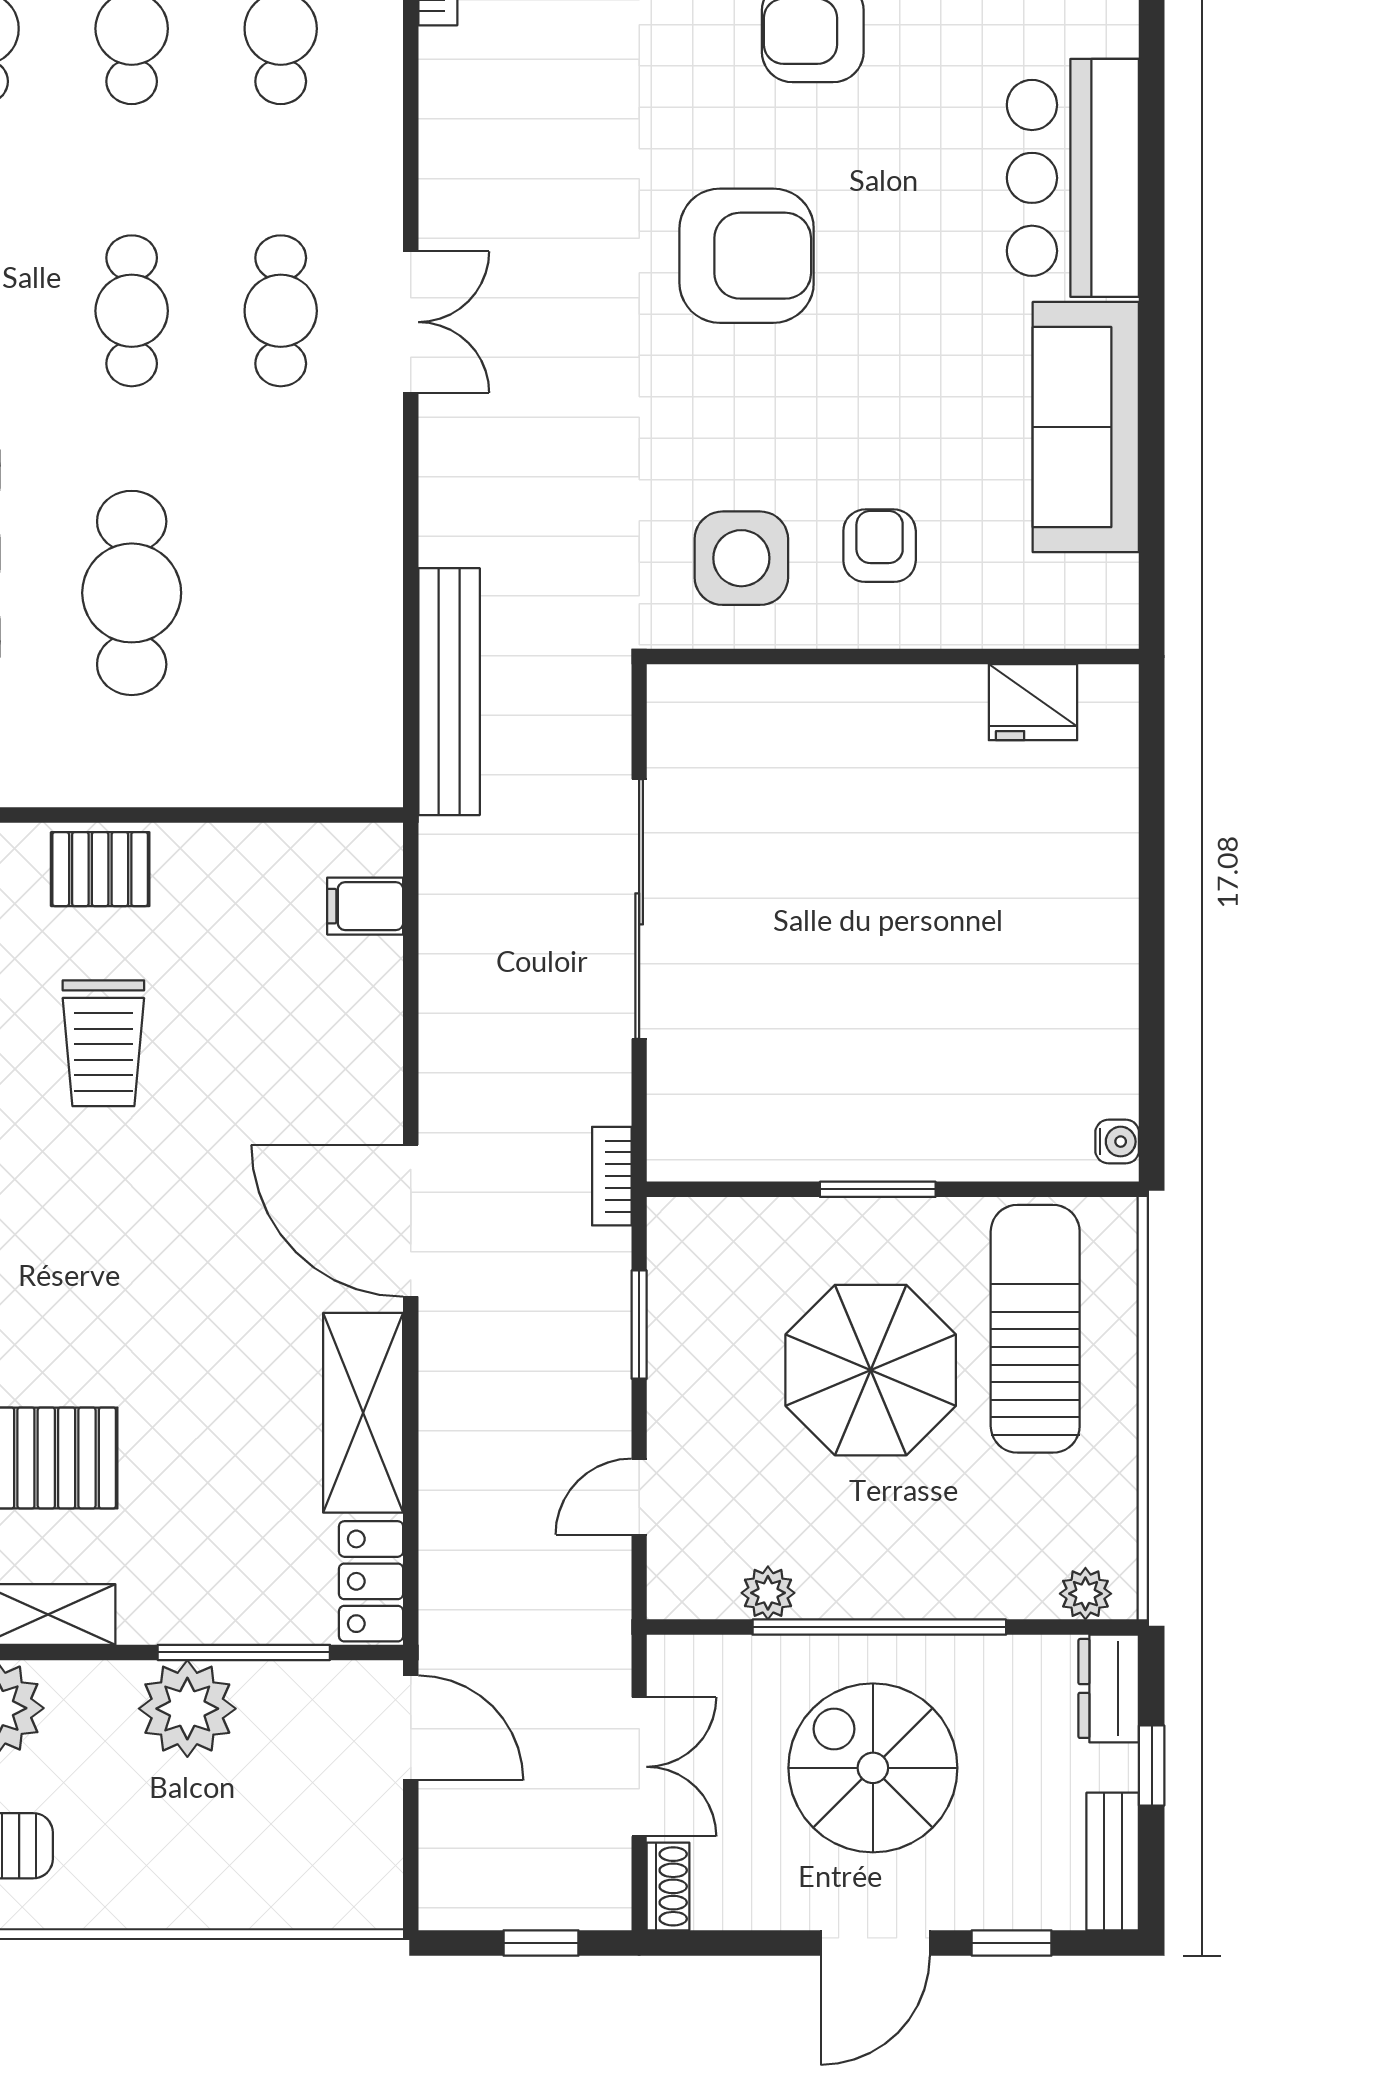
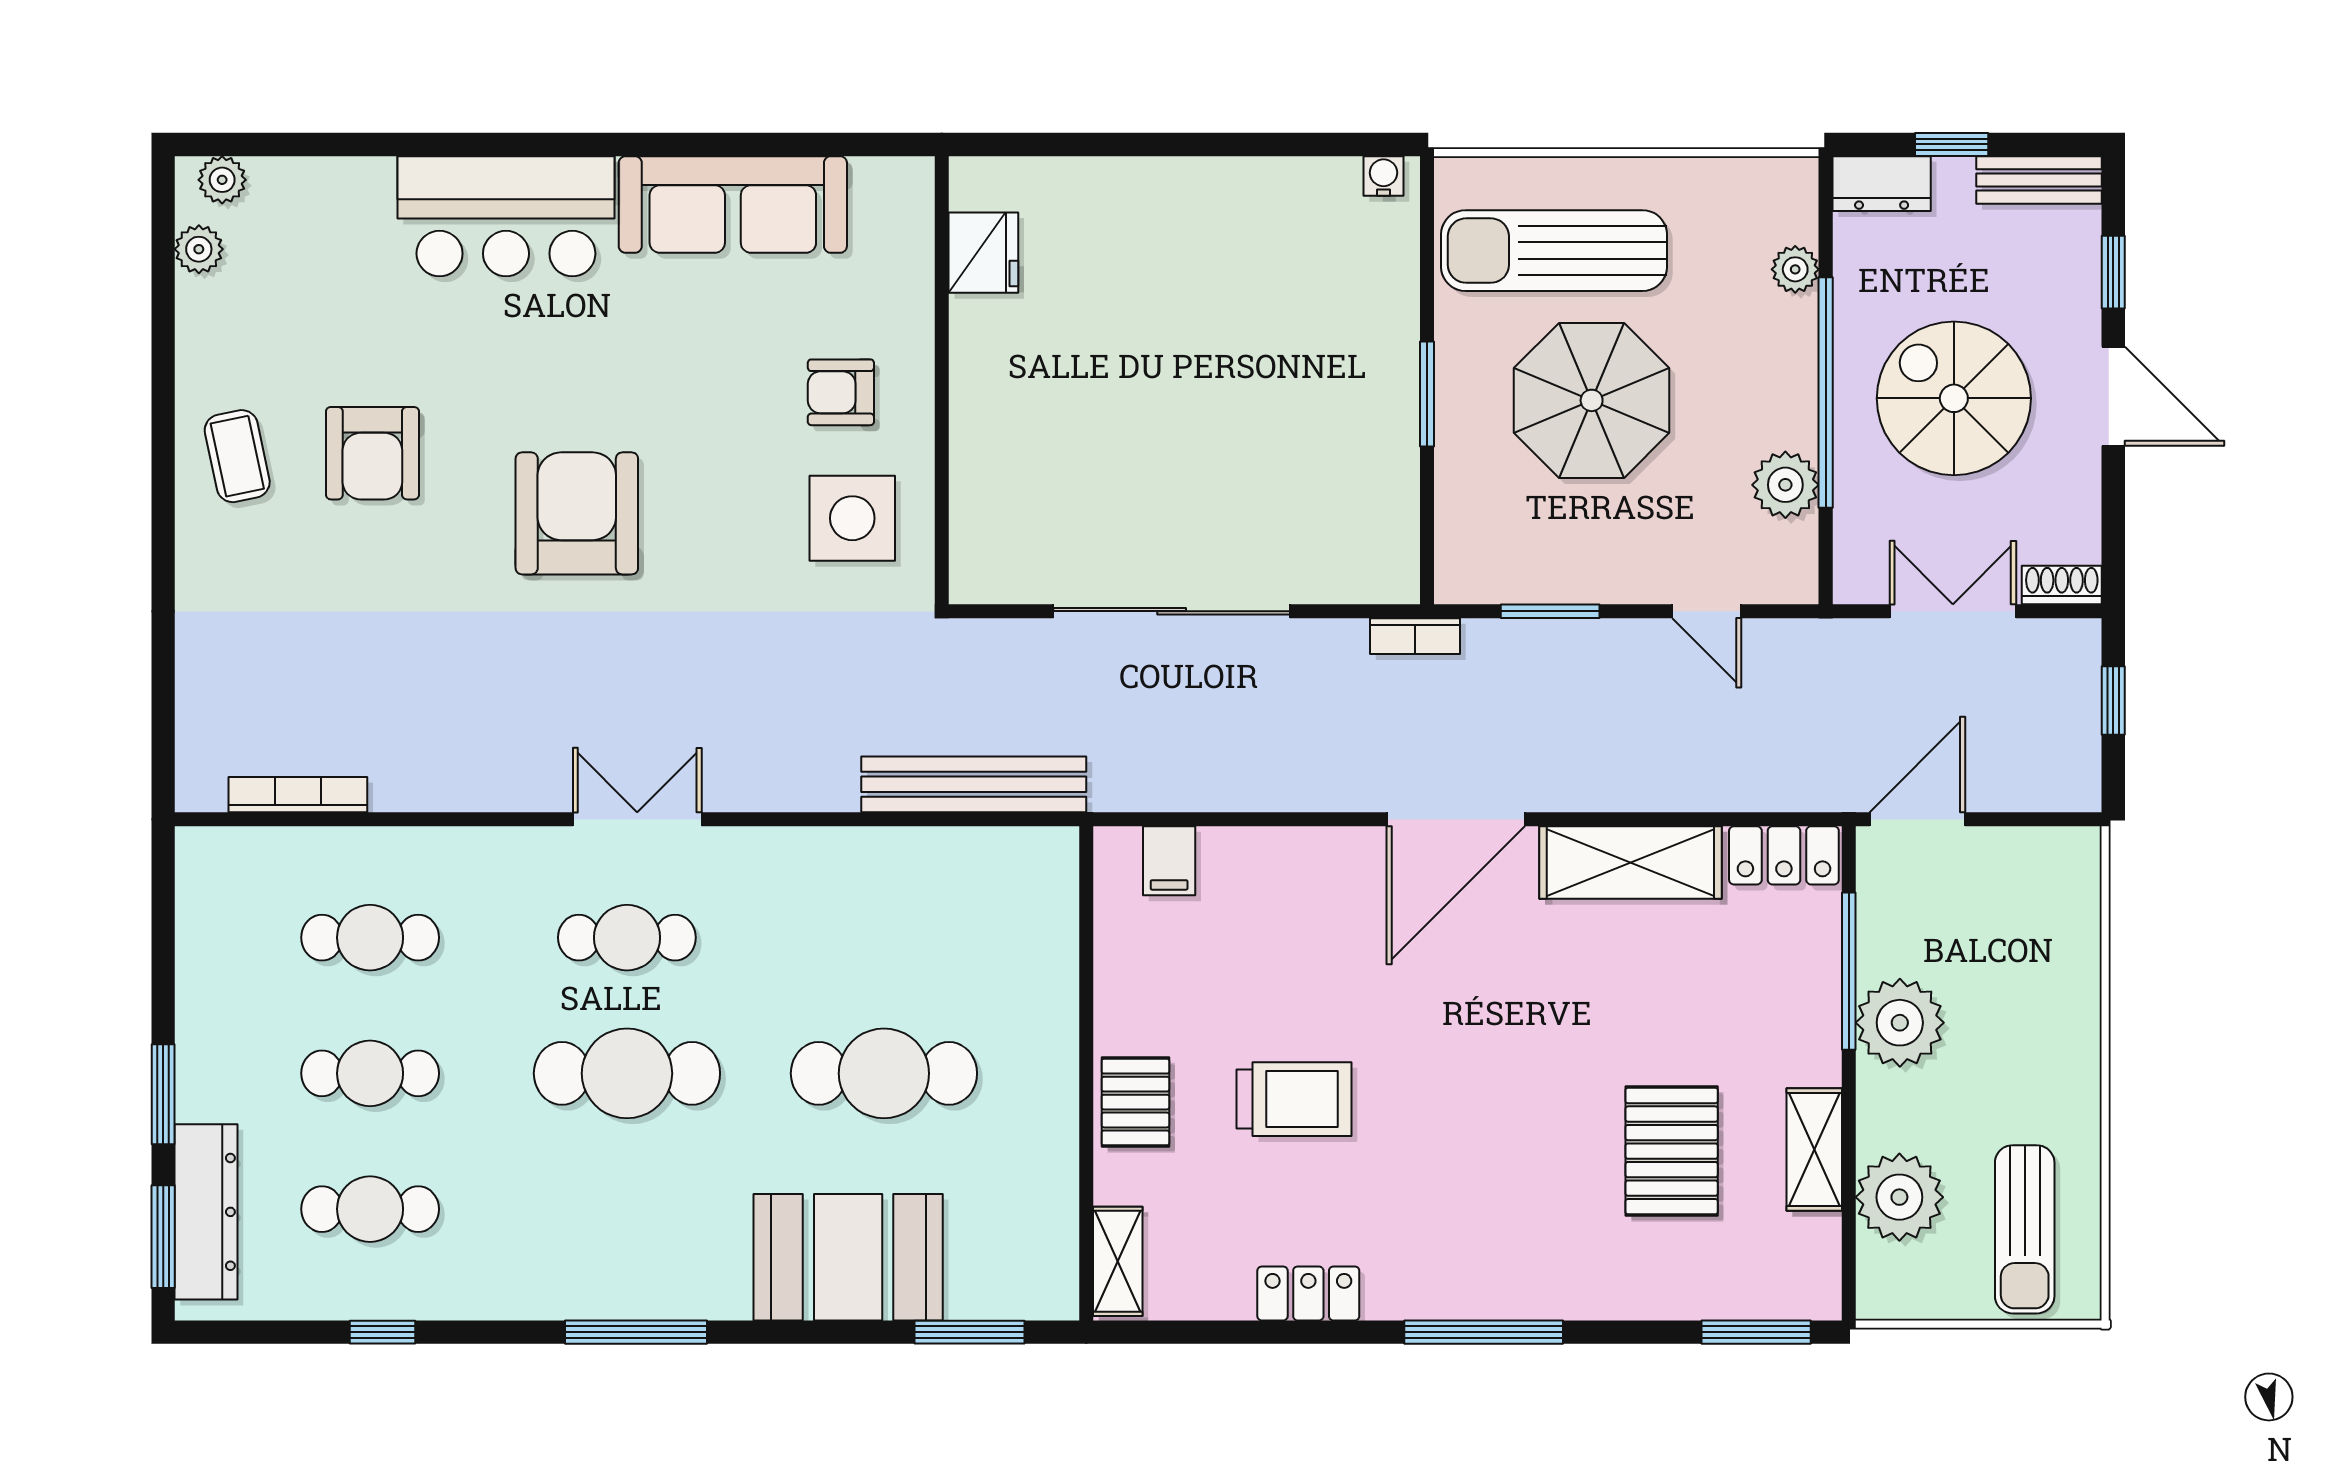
cafe table: (132, 311) -> (627, 1073), width x1.37, depth x1.35
plant: (768, 1593) -> (1785, 485), width x1.38, depth x1.38
plant: (1085, 1594) -> (1795, 269), moved
spiral stairs: (873, 1768) -> (1954, 398), turned 90

